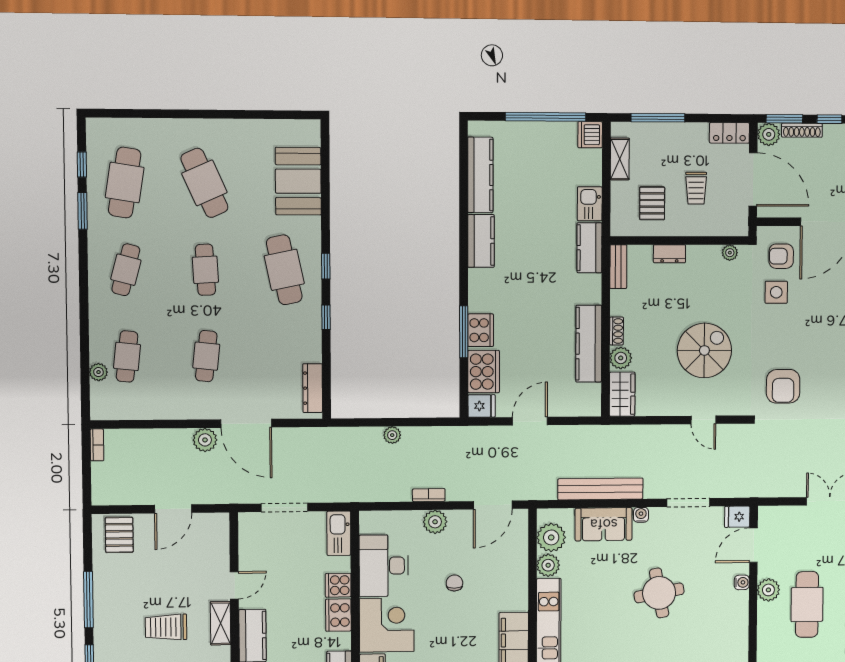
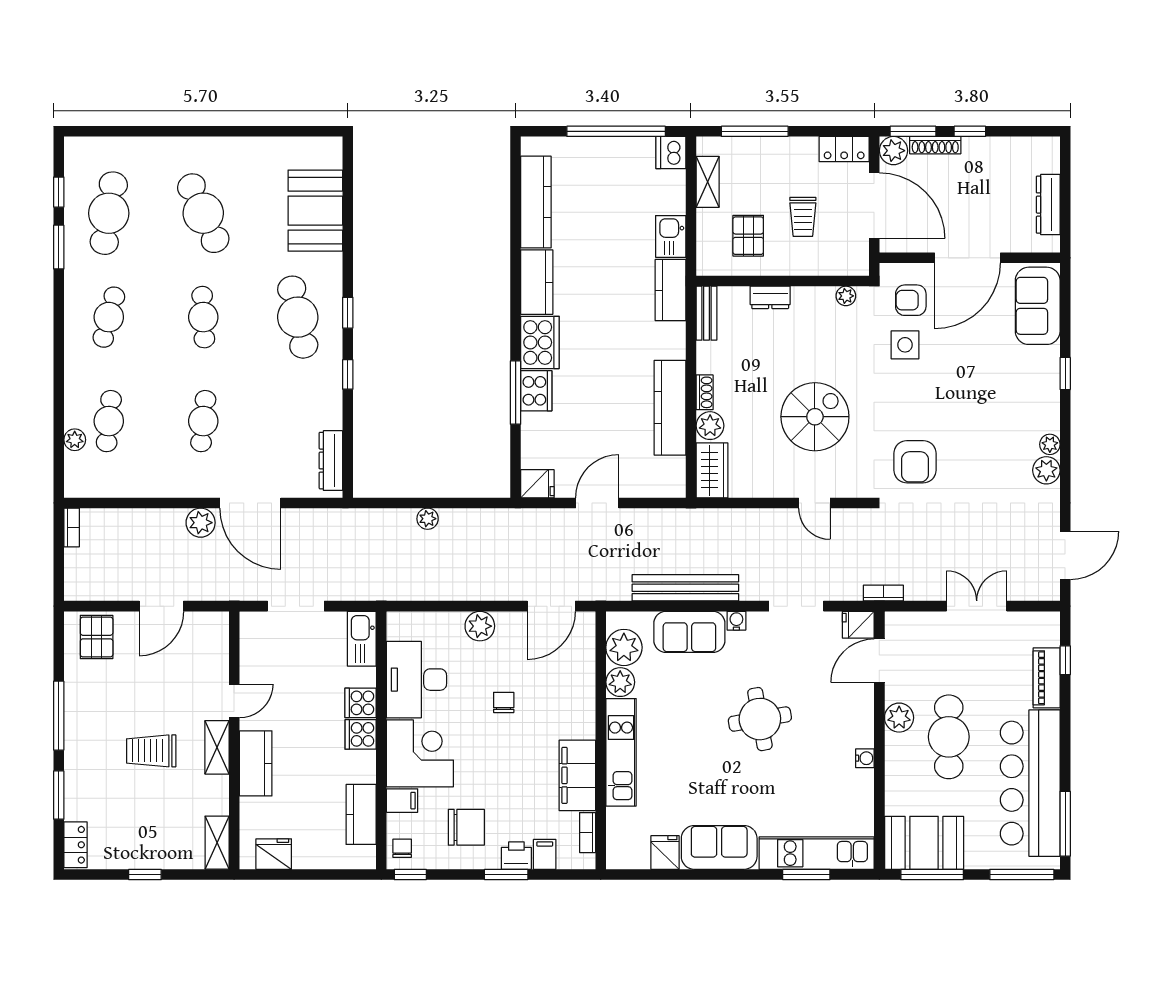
cooker: (484, 372) -> (540, 342), moved
bookcase: (429, 495) -> (883, 593), moved
water cooler: (742, 582) -> (865, 758), moved
cooker: (338, 615) -> (361, 734), width x0.73

